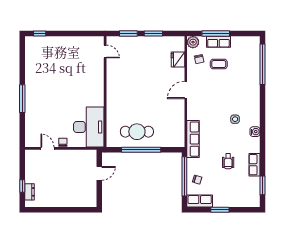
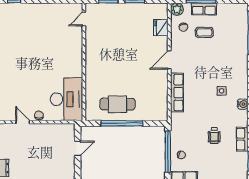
door: (105, 51) -> (84, 19), swing flipped
row of seats: (193, 139) -> (177, 93), moved

